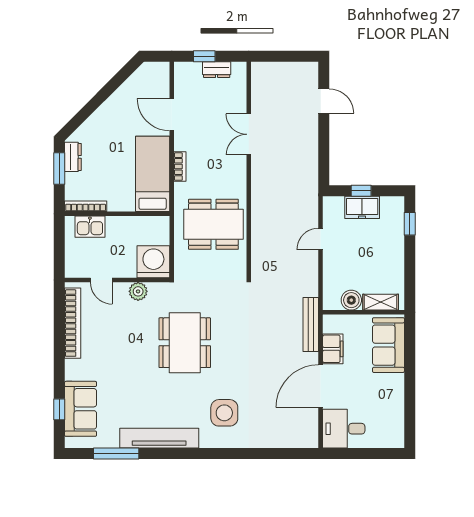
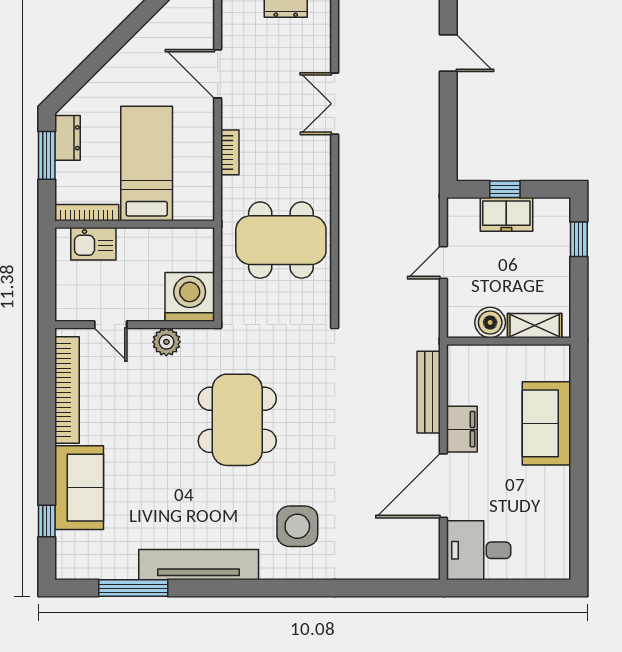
bed: (153, 174) -> (147, 163), moved
boiler: (351, 300) -> (490, 322), moved
shelving: (381, 302) -> (535, 326), moved
wall: (364, 312) -> (509, 341), moved
sofa: (81, 409) -> (79, 488), moved

